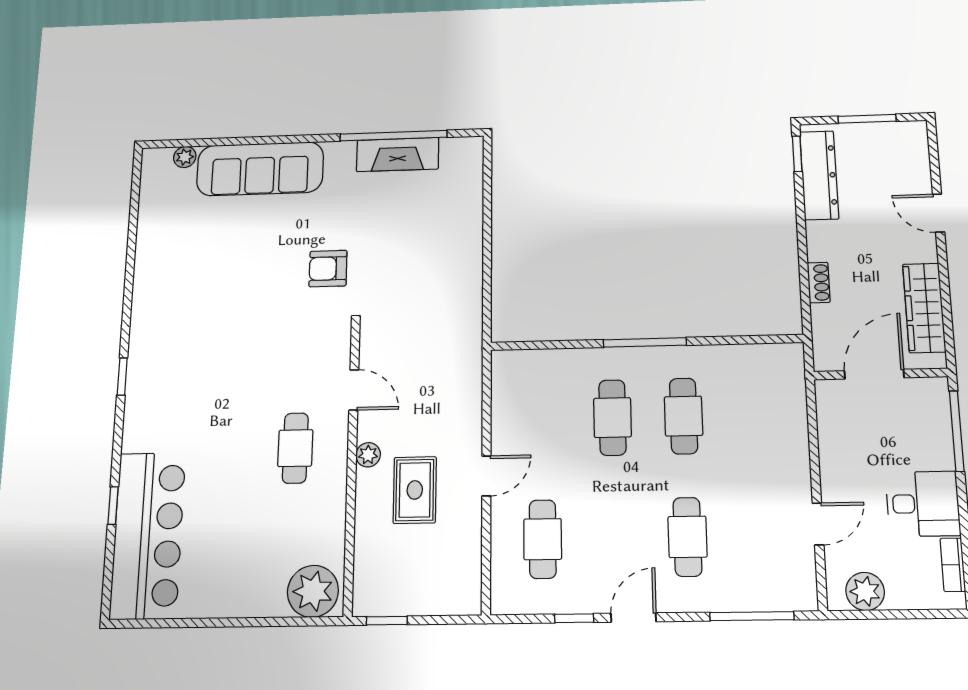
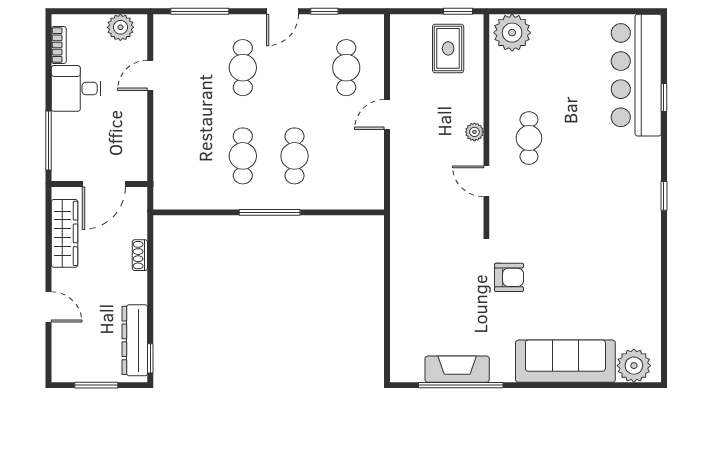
plant: (185, 157) -> (634, 366), width x1.88, depth x1.88
rug: (415, 490) -> (448, 48), moved

